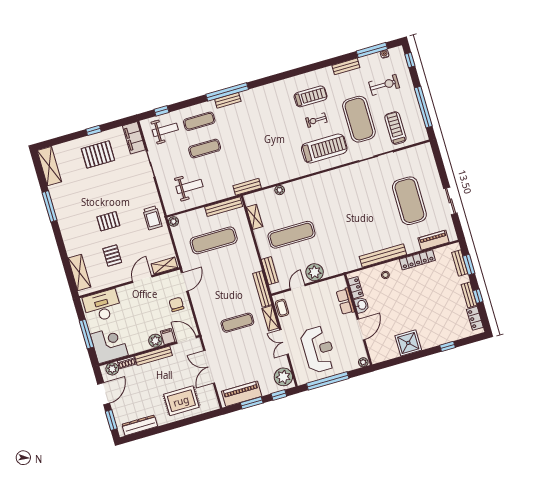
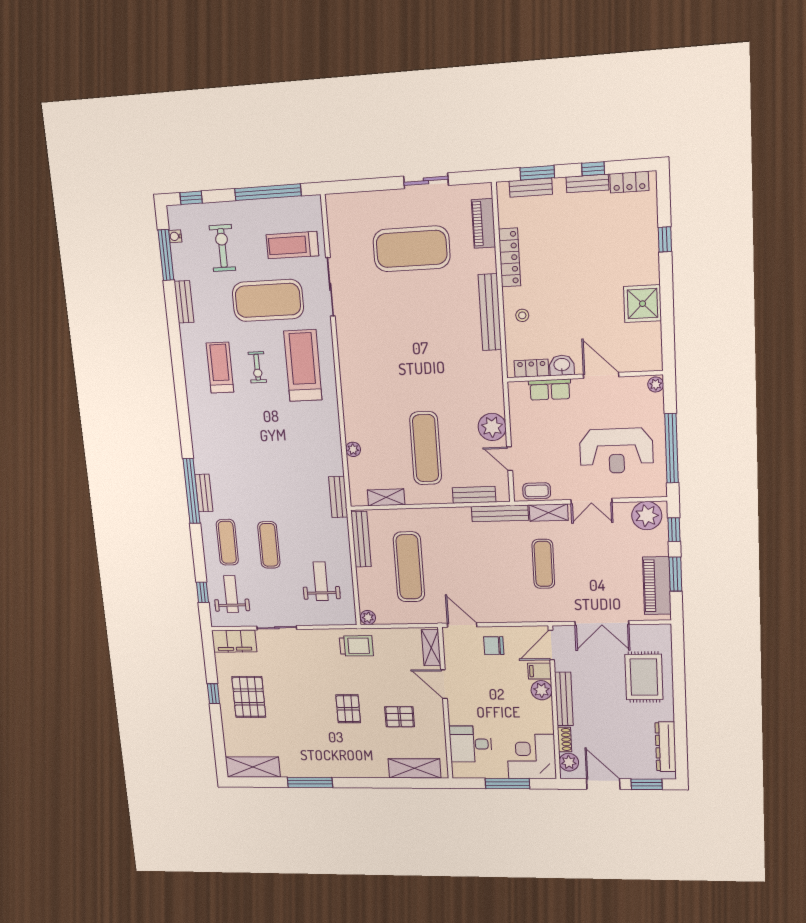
desk: (102, 306) -> (471, 744), width x0.73
reception desk: (318, 349) -> (616, 451), turned 180

